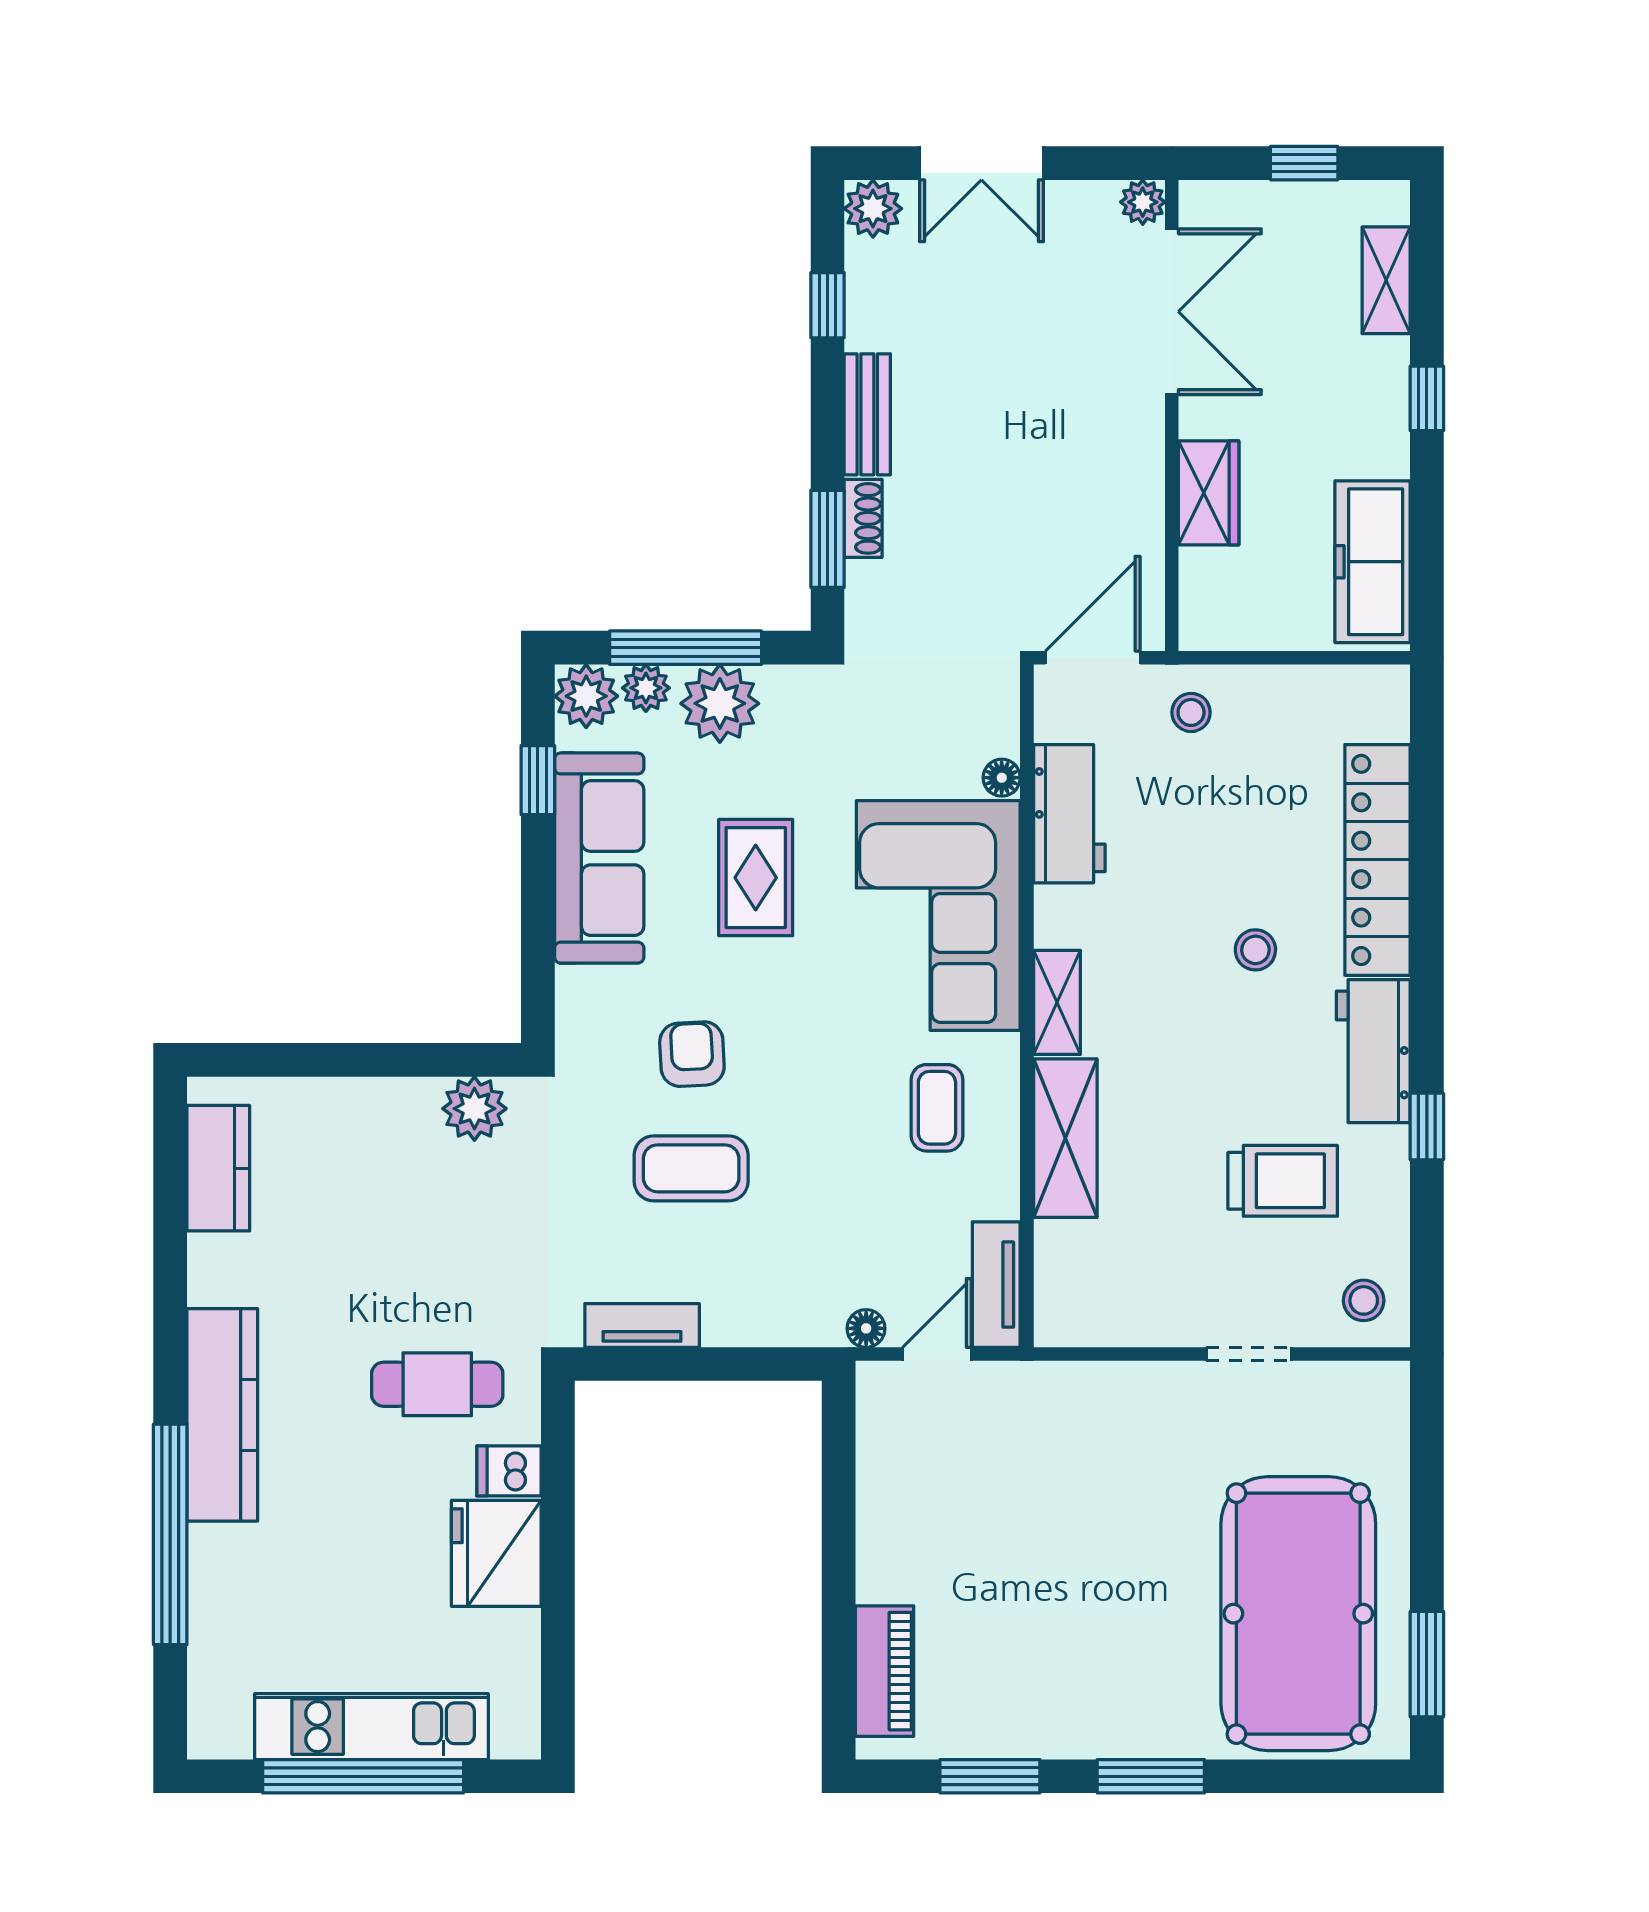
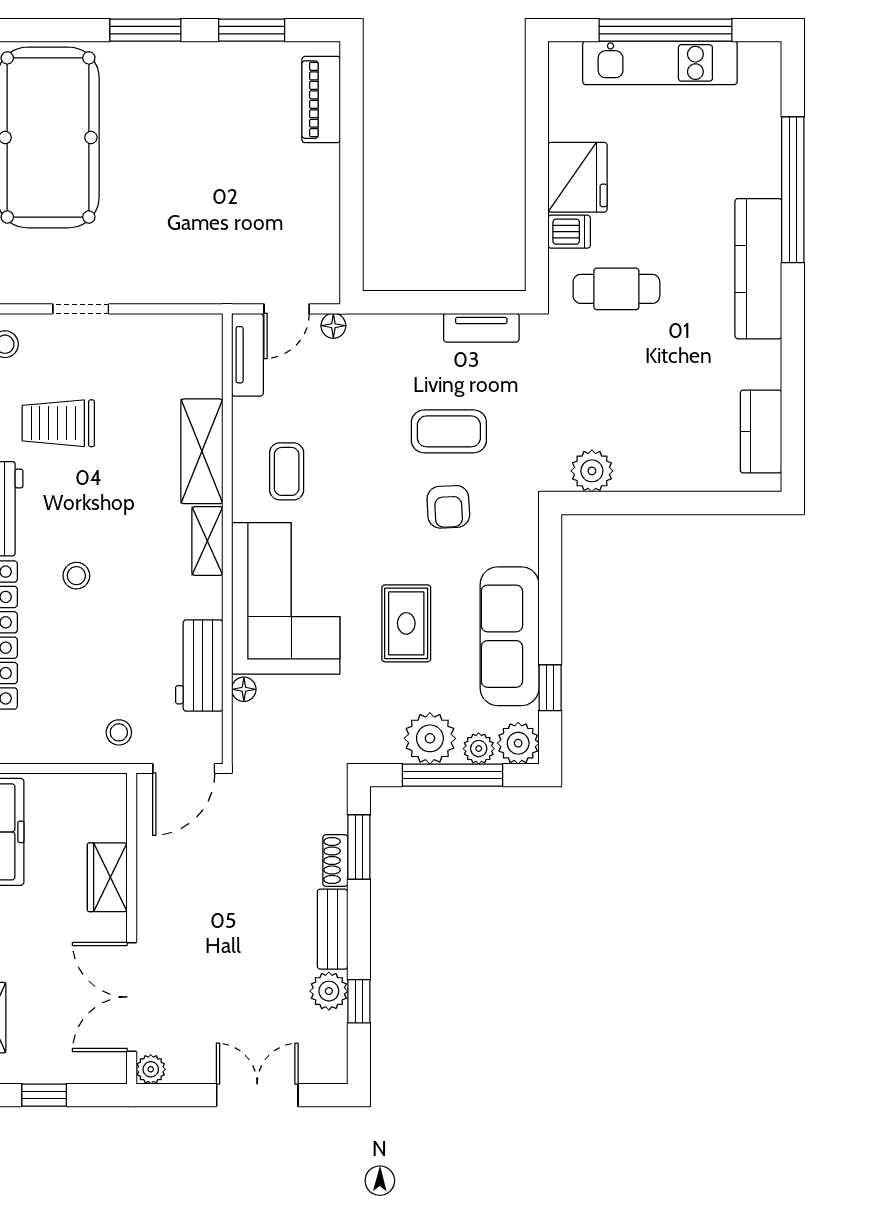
plant: (873, 209) -> (329, 991), moved

